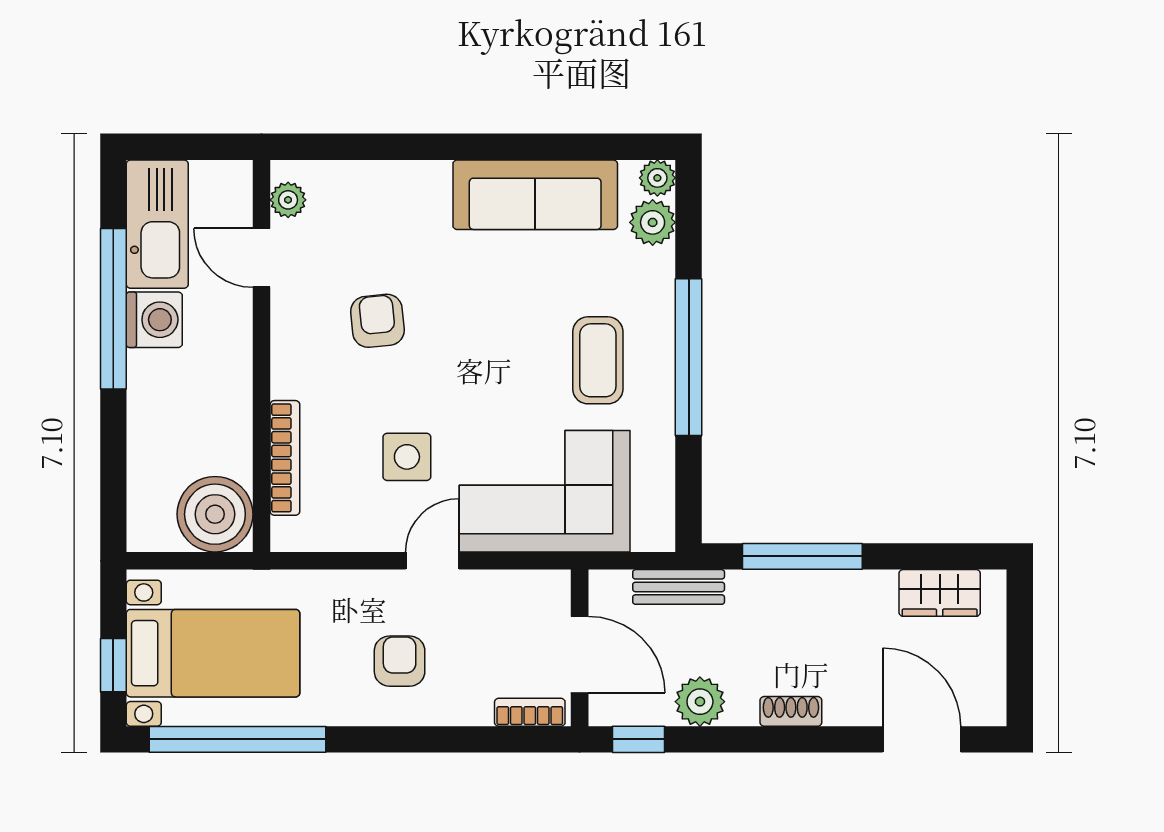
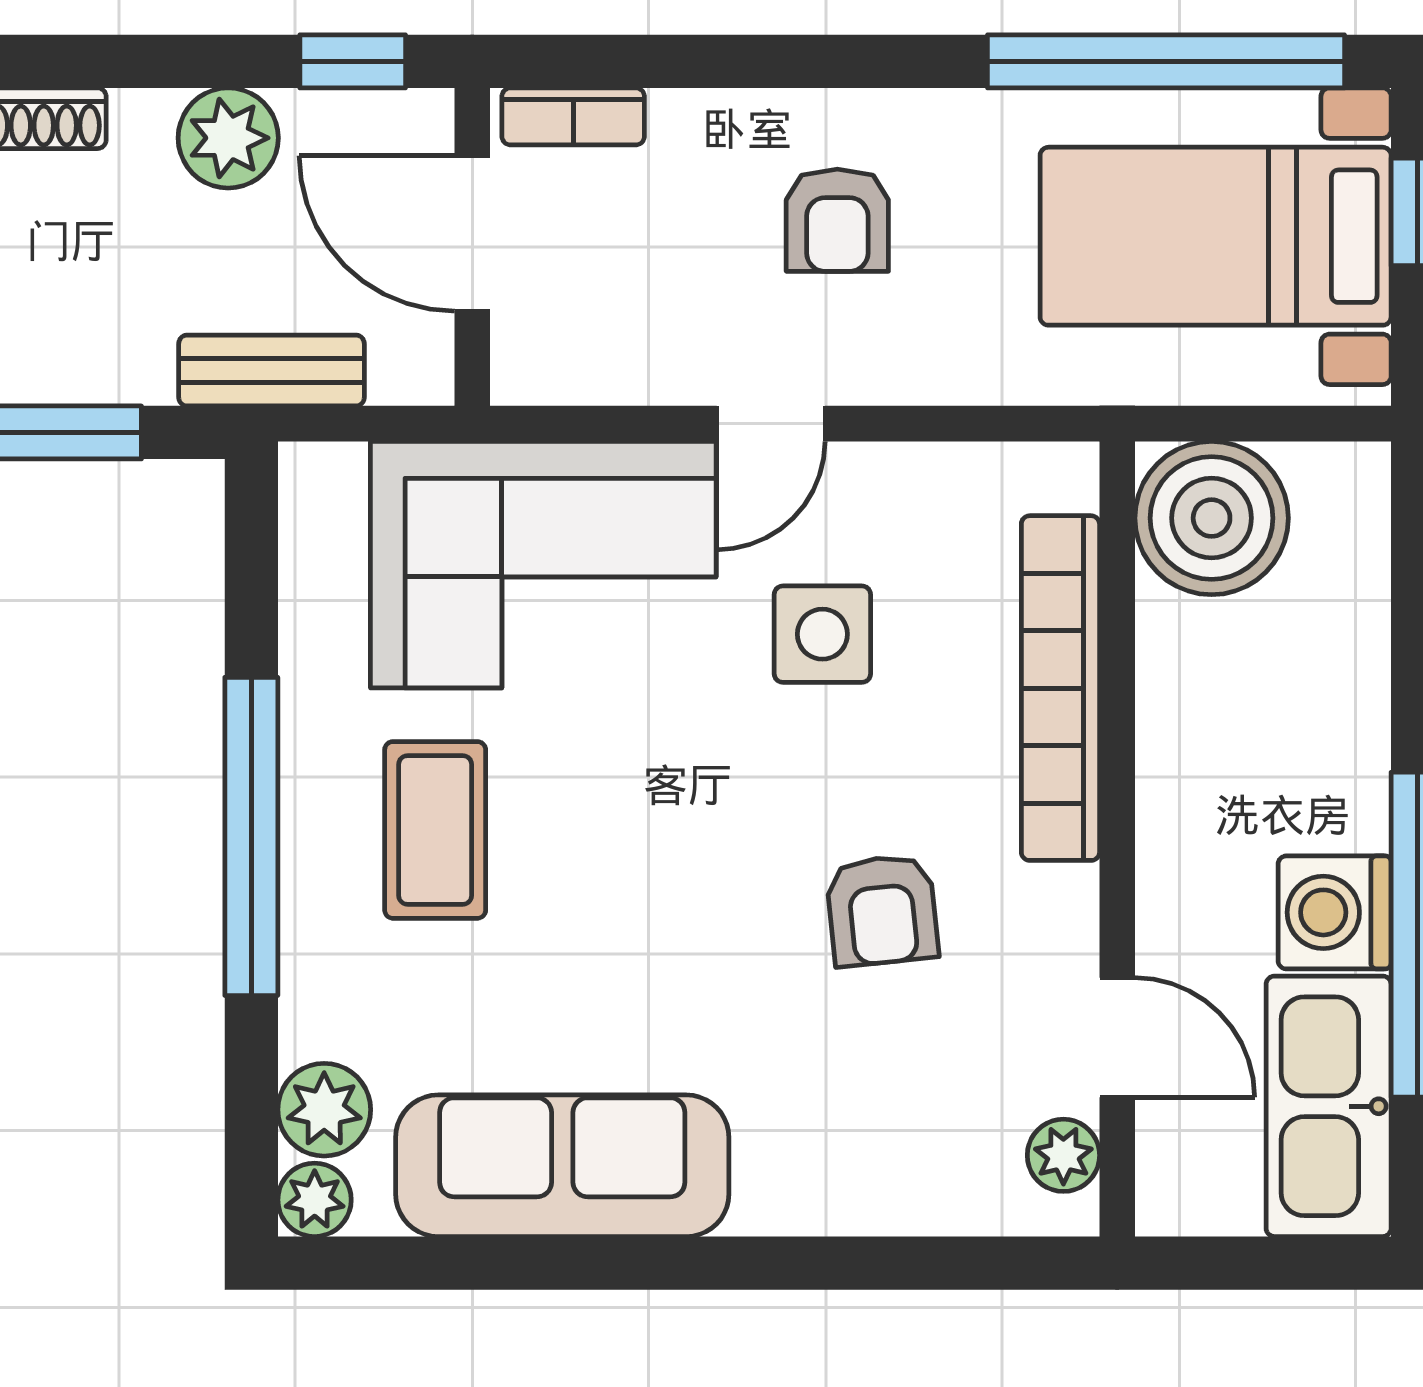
bookcase: (285, 458) -> (1060, 688), width x1.48, depth x1.31

